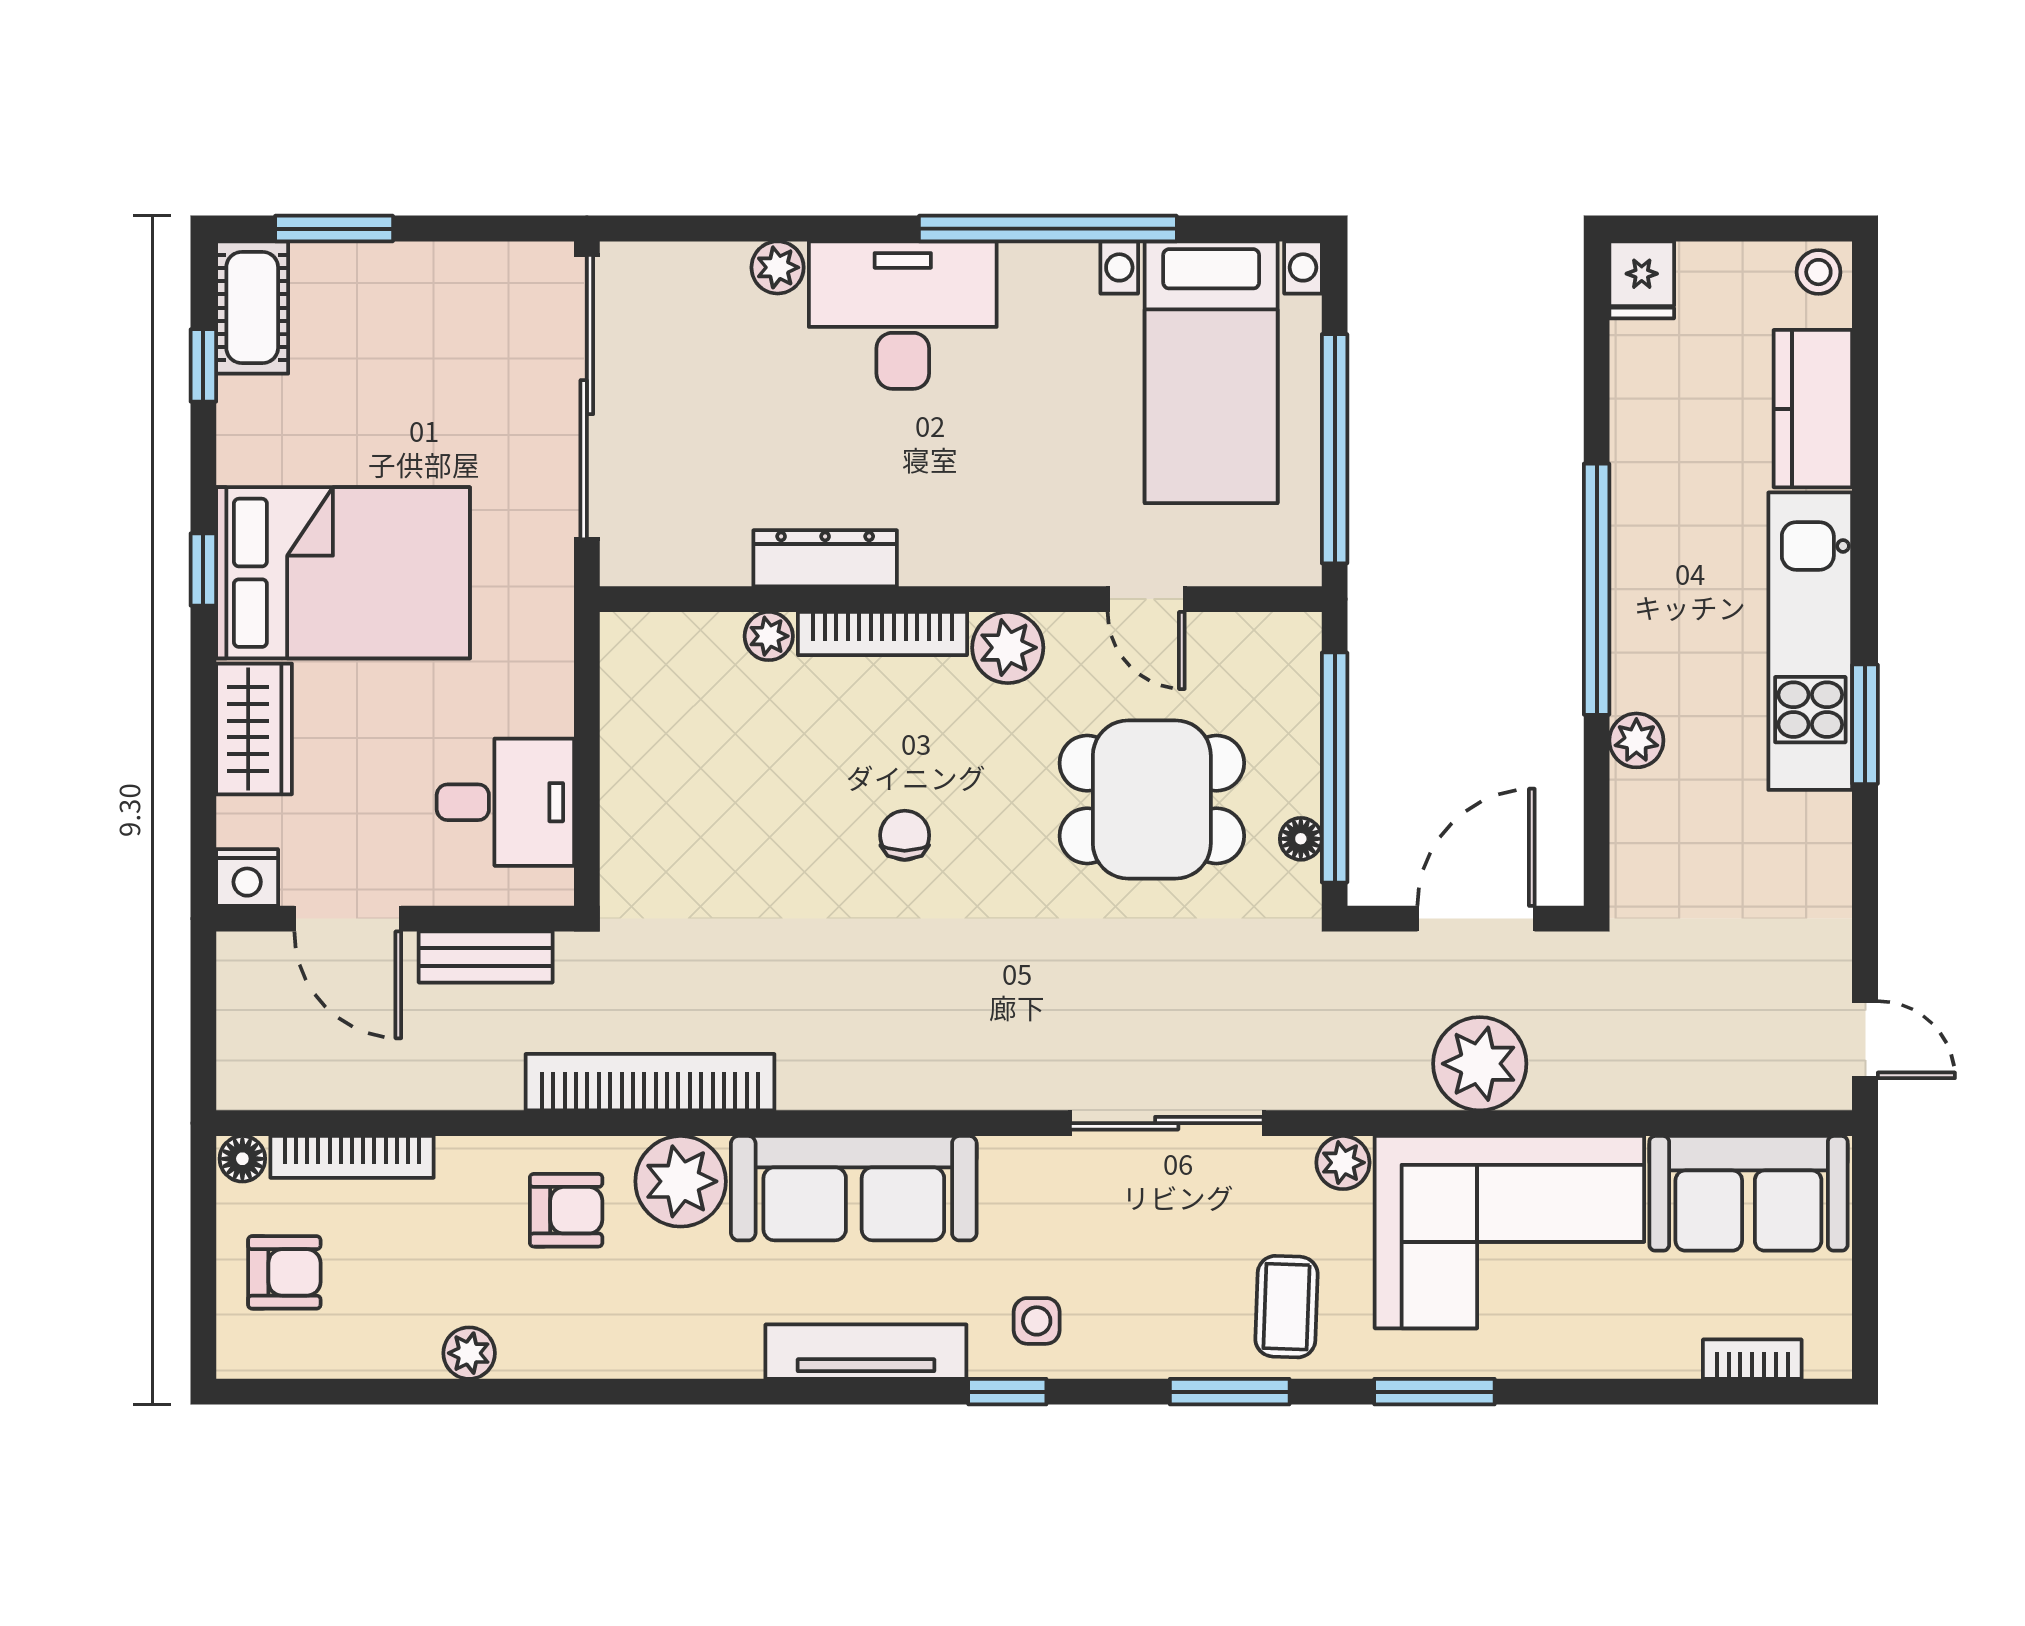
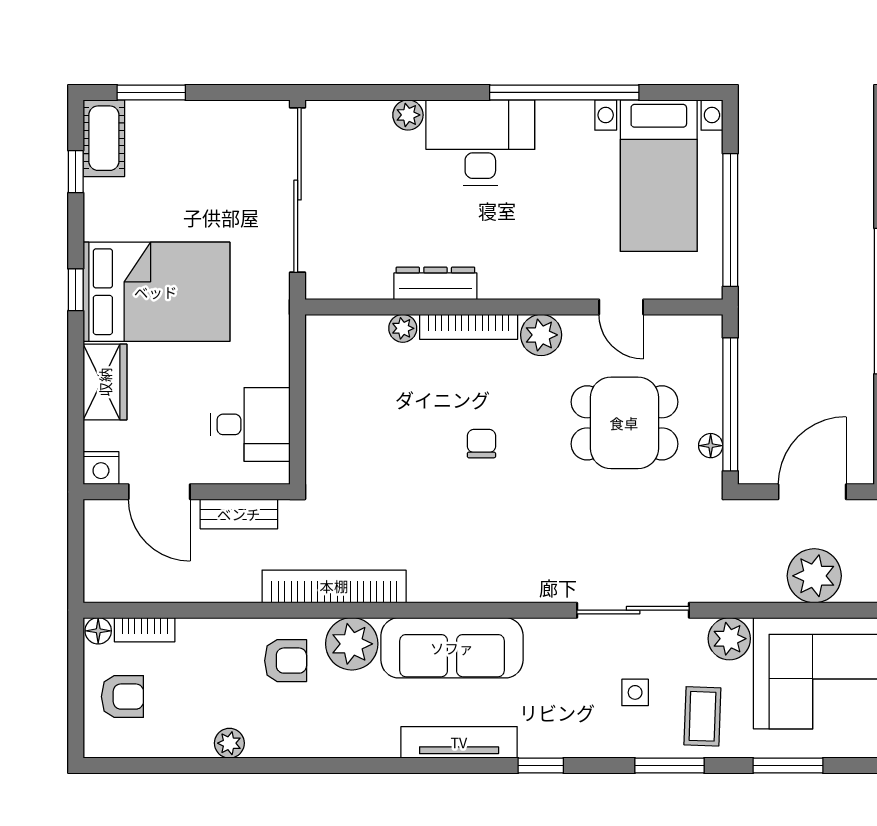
bookcase: (352, 1157) -> (145, 630), width x0.64
plant: (1343, 1163) -> (729, 639), width x1.38, depth x1.38
side table: (1037, 1321) -> (635, 692), moved

